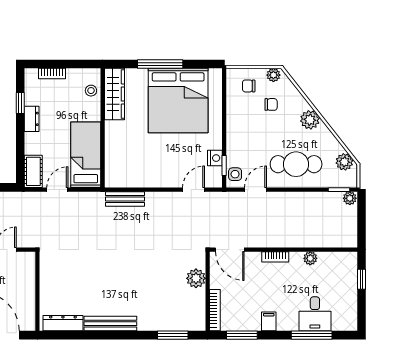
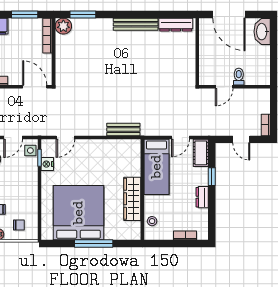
wardrobe: (114, 94) -> (132, 199), moved
window: (20, 103) -> (212, 177), moved
plant: (196, 278) -> (63, 26), moved

